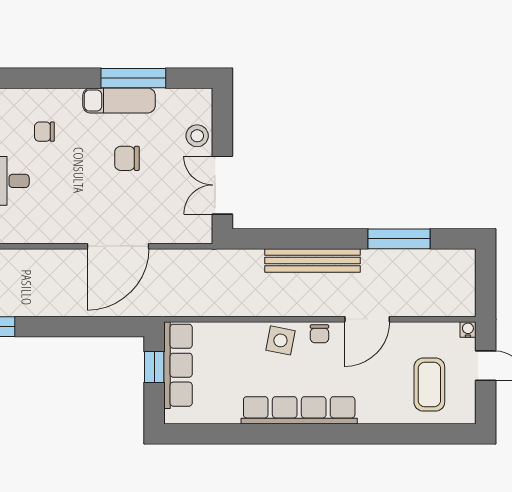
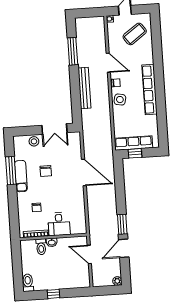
coffee table: (429, 385) -> (135, 34), turned -36

